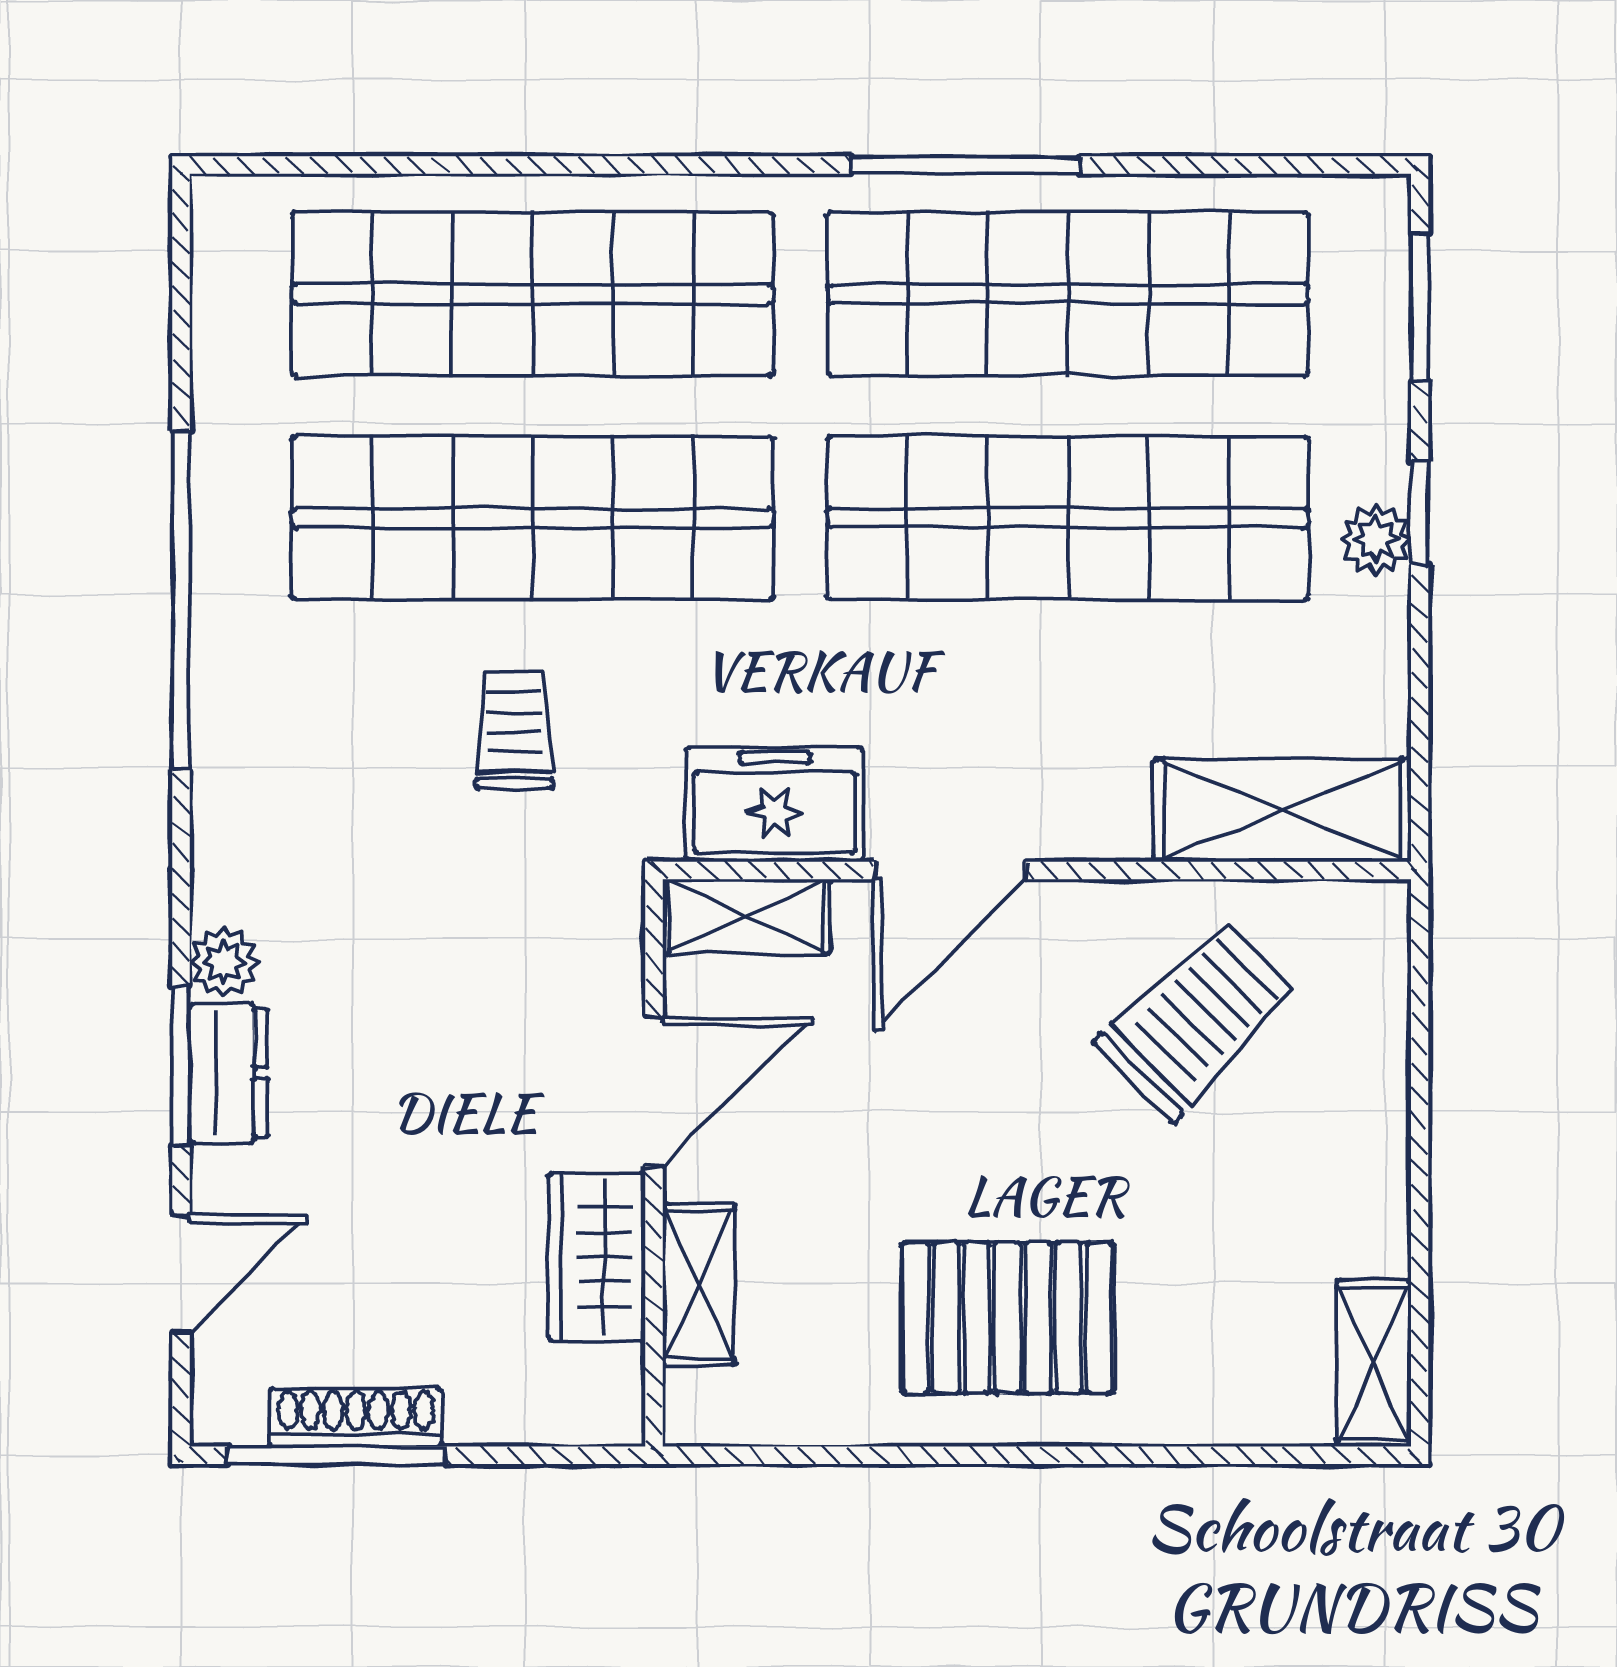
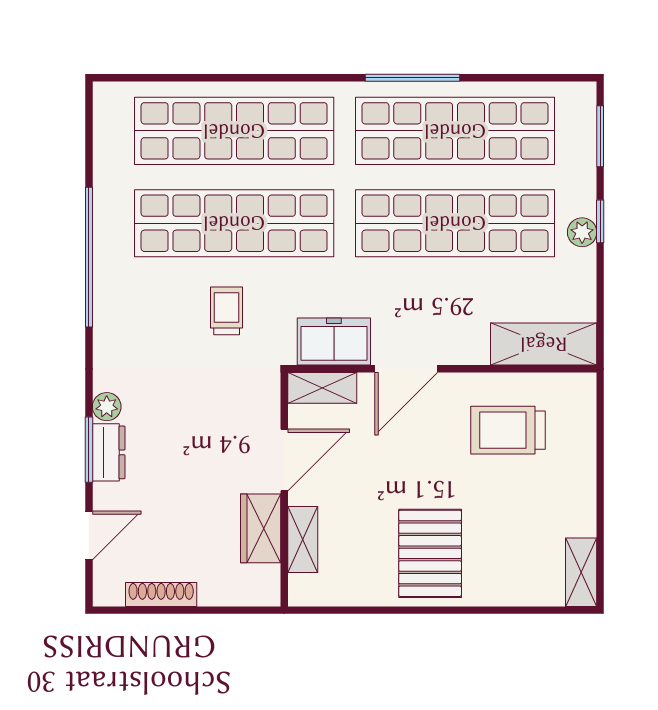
trolley: (1196, 1019) -> (508, 430), turned -135
pallet: (1007, 1318) -> (430, 553), turned 90
window: (337, 1455) -> (153, 610), removed

